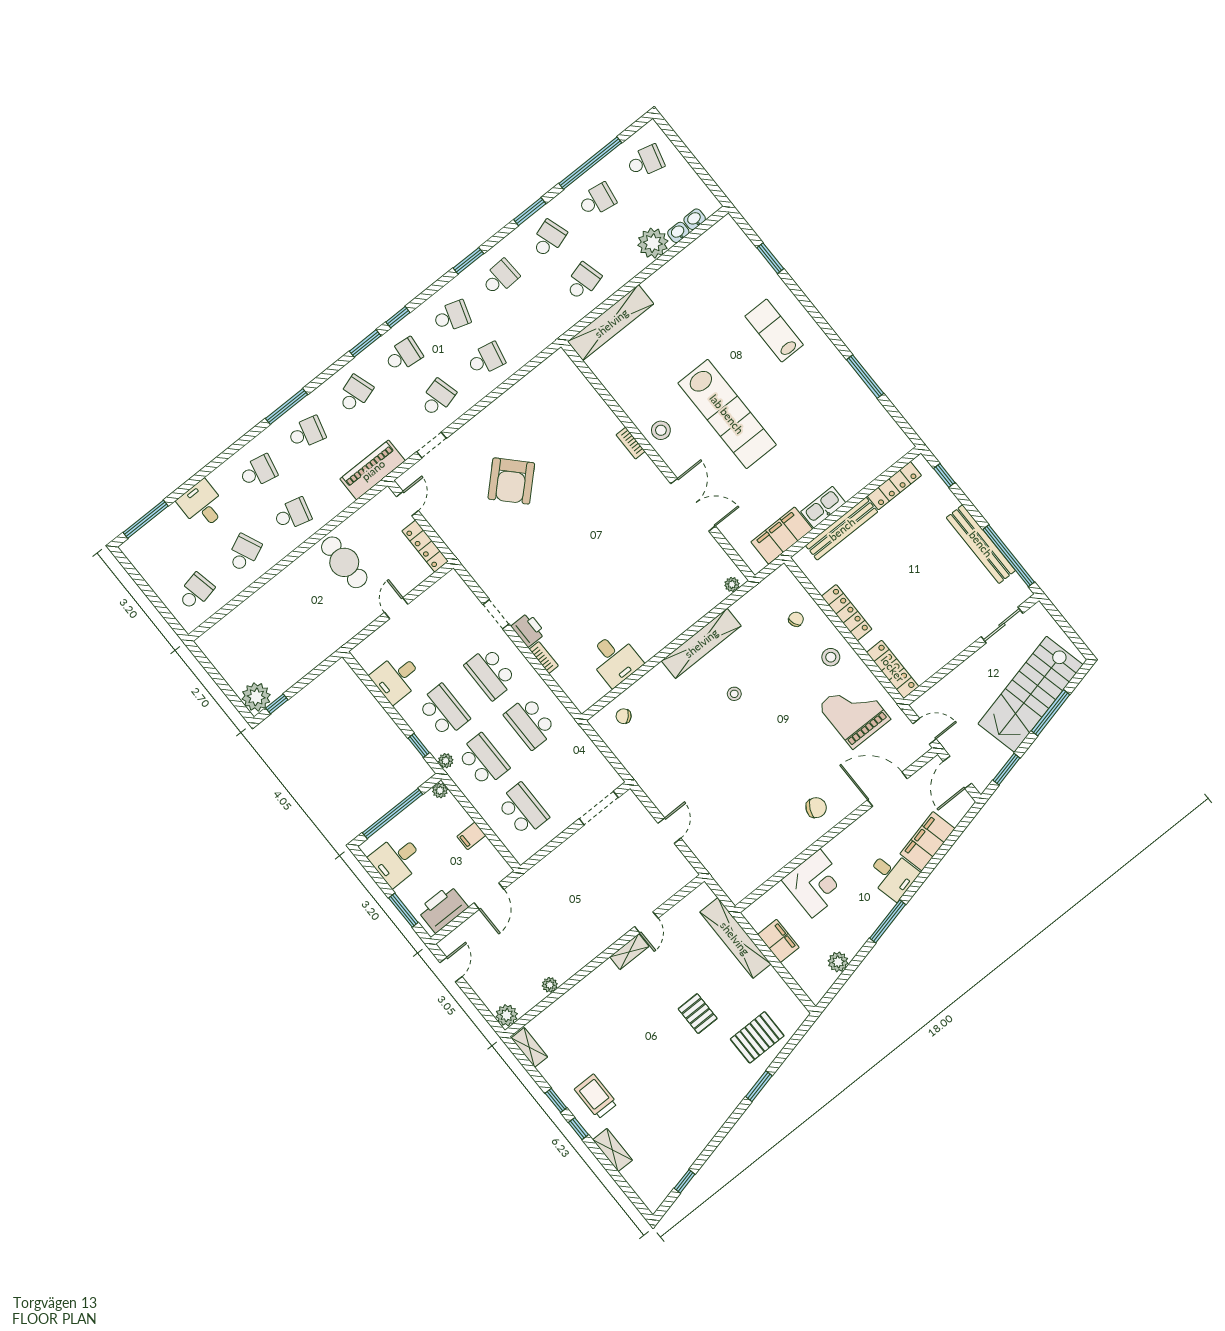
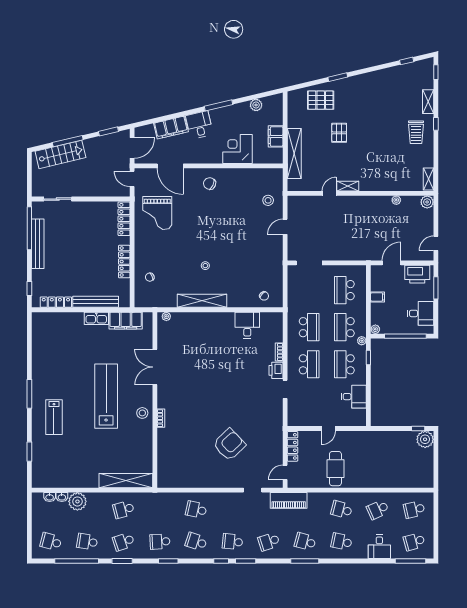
window: (865, 377) -> (29, 394), moved
school desk: (438, 398) -> (414, 542), moved
stool: (831, 657) -> (268, 200), moved
stairs: (1031, 694) -> (60, 154), width x0.73, depth x0.66
window: (556, 1100) -> (436, 72), moved

